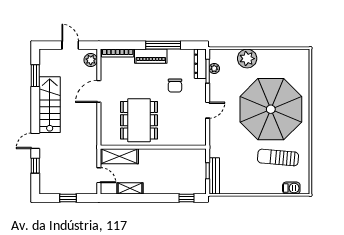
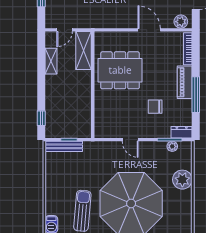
dresser: (200, 64) -> (182, 132), width x0.70

